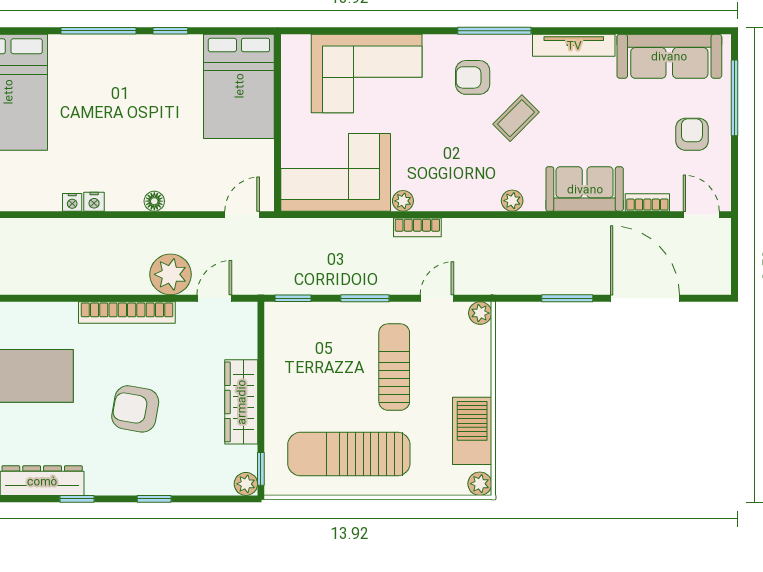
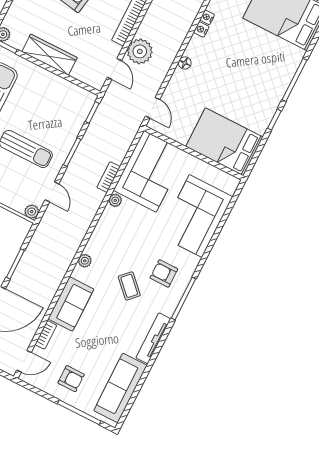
armchair: (473, 77) -> (164, 273), turned -90
bookcase: (417, 227) -> (109, 177), moved

